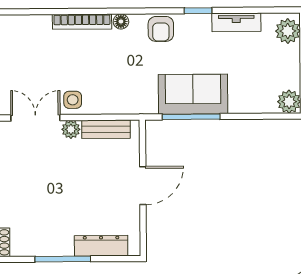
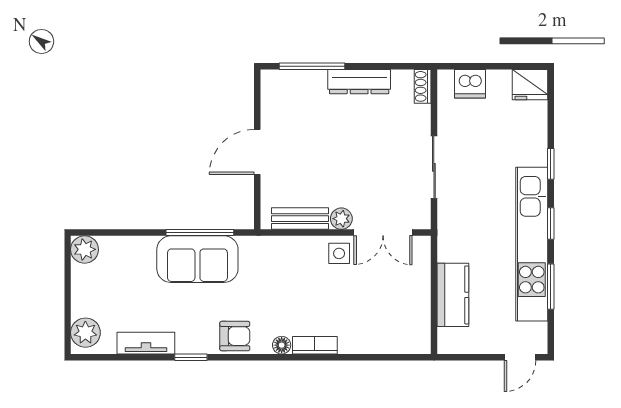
bookcase: (82, 22) -> (315, 345), width x0.64
armchair: (161, 29) -> (235, 336), turned 90
dresser: (101, 246) -> (359, 82), moved
window: (63, 259) -> (312, 66), moved

